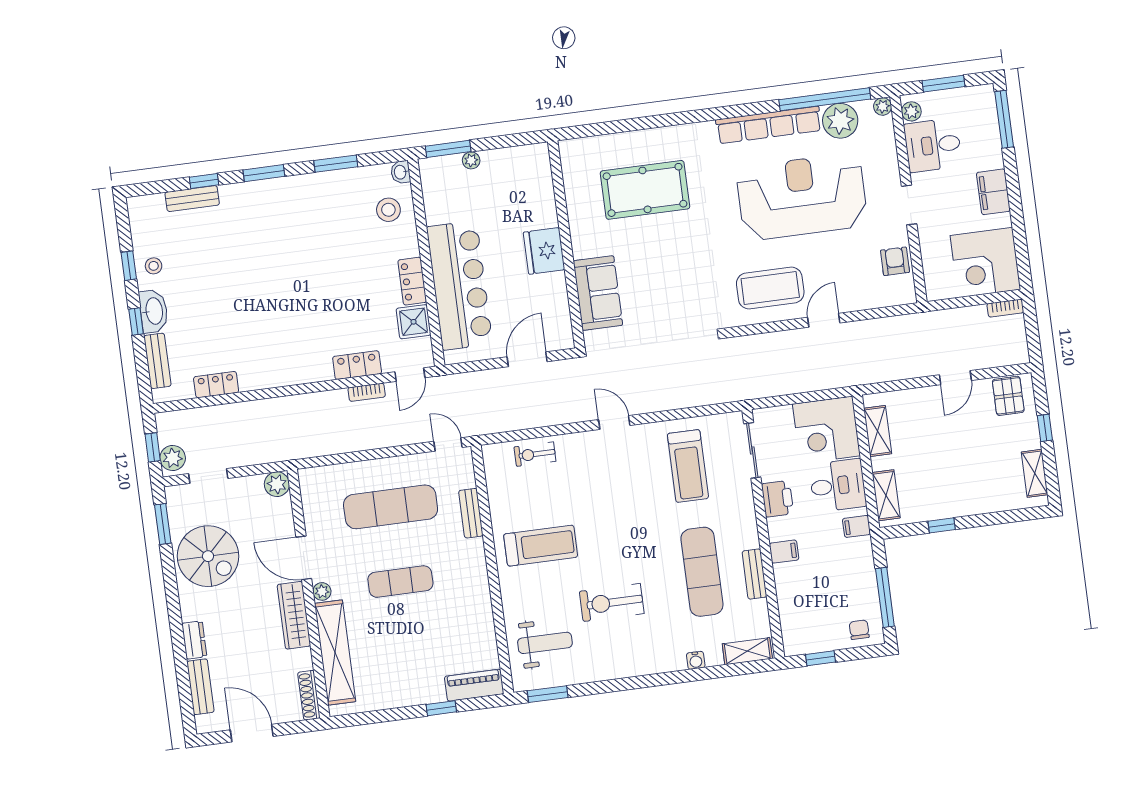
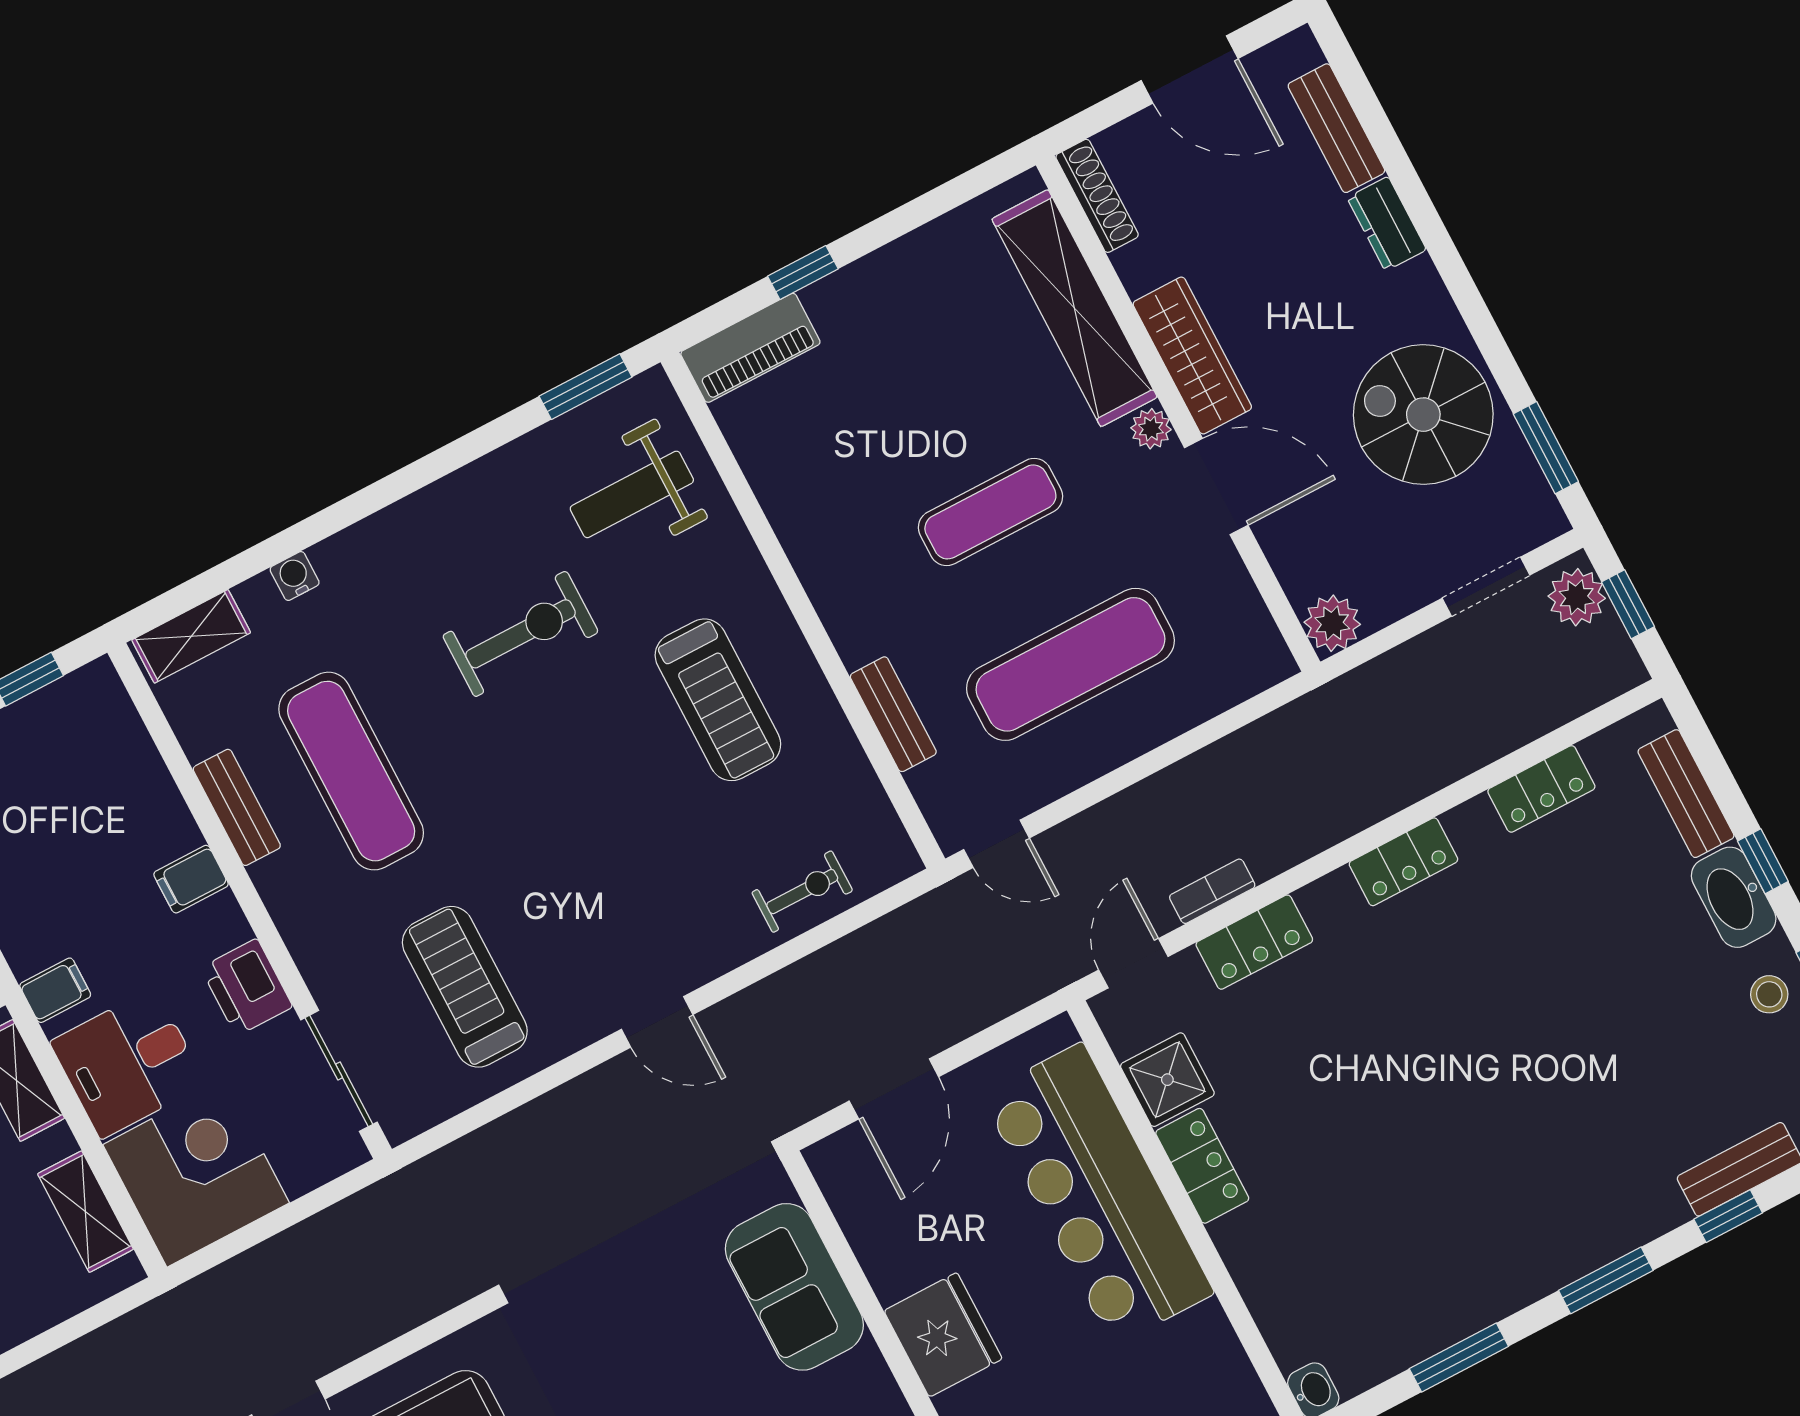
stool: (388, 210) -> (1310, 1300), removed
locker: (284, 376) -> (1403, 862), added
treadmill: (541, 546) -> (718, 700), turned -90

